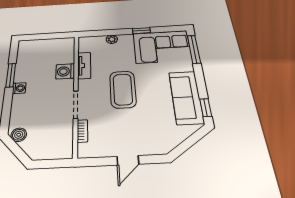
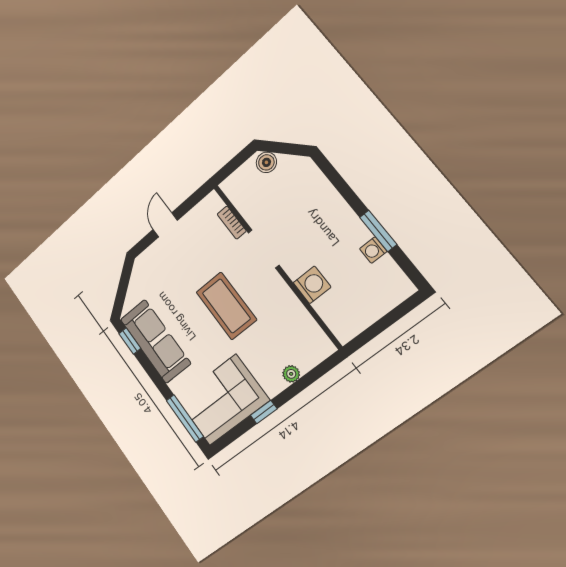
tv unit: (84, 65) -> (295, 309), removed
washing machine: (19, 88) -> (373, 250), moved
boiler: (19, 135) -> (266, 162), moved

